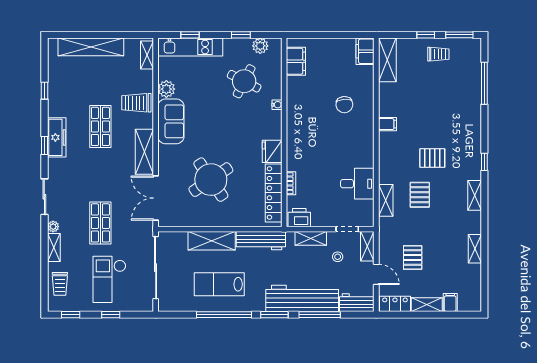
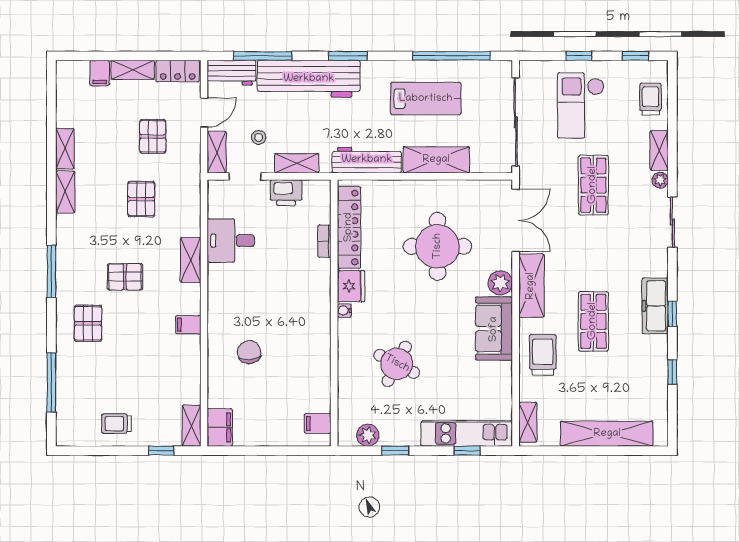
window: (426, 35) -> (161, 451), moved
window: (459, 35) -> (87, 451), removed
shelving: (387, 60) -> (192, 426), width x0.67, depth x0.75
filing cabinet: (296, 61) -> (318, 423), width x0.50
round table: (244, 81) -> (397, 364), moved
plant: (166, 89) -> (500, 283), moved
trolley: (136, 103) -> (543, 355), turned -90
water cooler: (277, 105) -> (344, 311), moved
pallet: (458, 125) -> (88, 323), added
window: (44, 145) -> (672, 314), moved
window: (484, 162) -> (51, 271), width x2.17
round table: (211, 180) -> (438, 246), turned 34
pallet: (420, 195) -> (141, 199), moved
shelving: (475, 195) -> (65, 192), moved
shelving: (386, 200) -> (191, 260), moved
printer: (299, 218) -> (286, 193), moved
door: (376, 274) -> (204, 112), swing flipped
checkout: (109, 279) -> (581, 106), turned 180
window: (224, 315) -> (451, 56), moved
window: (320, 315) -> (263, 56), moved

